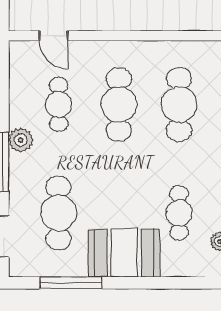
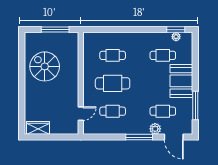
cafe table: (179, 104) -> (113, 55), width x0.73, depth x0.74
plant: (21, 140) -> (155, 129), moved
cafe table: (59, 213) -> (163, 111), width x0.73, depth x0.74

